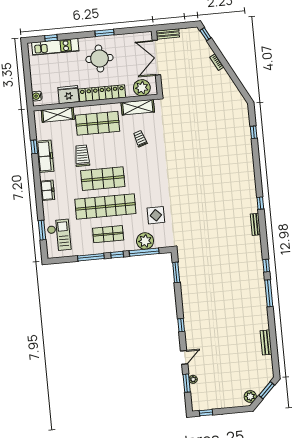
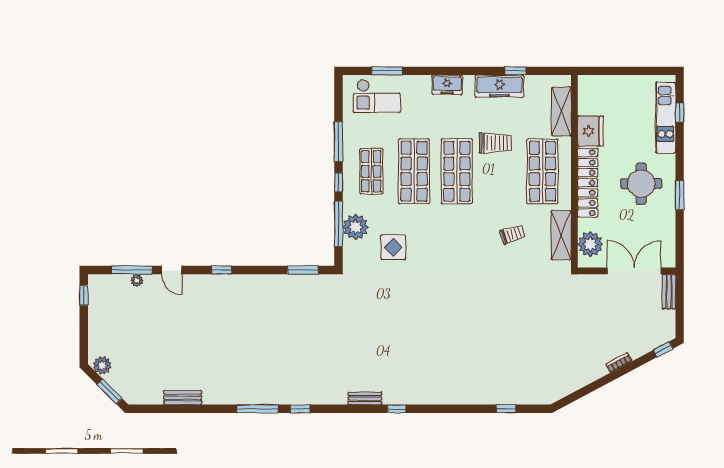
water cooler: (37, 96) -> (593, 82), removed
shop shelf: (105, 206) -> (414, 171), width x0.71
window: (187, 383) -> (132, 270), width x1.44

